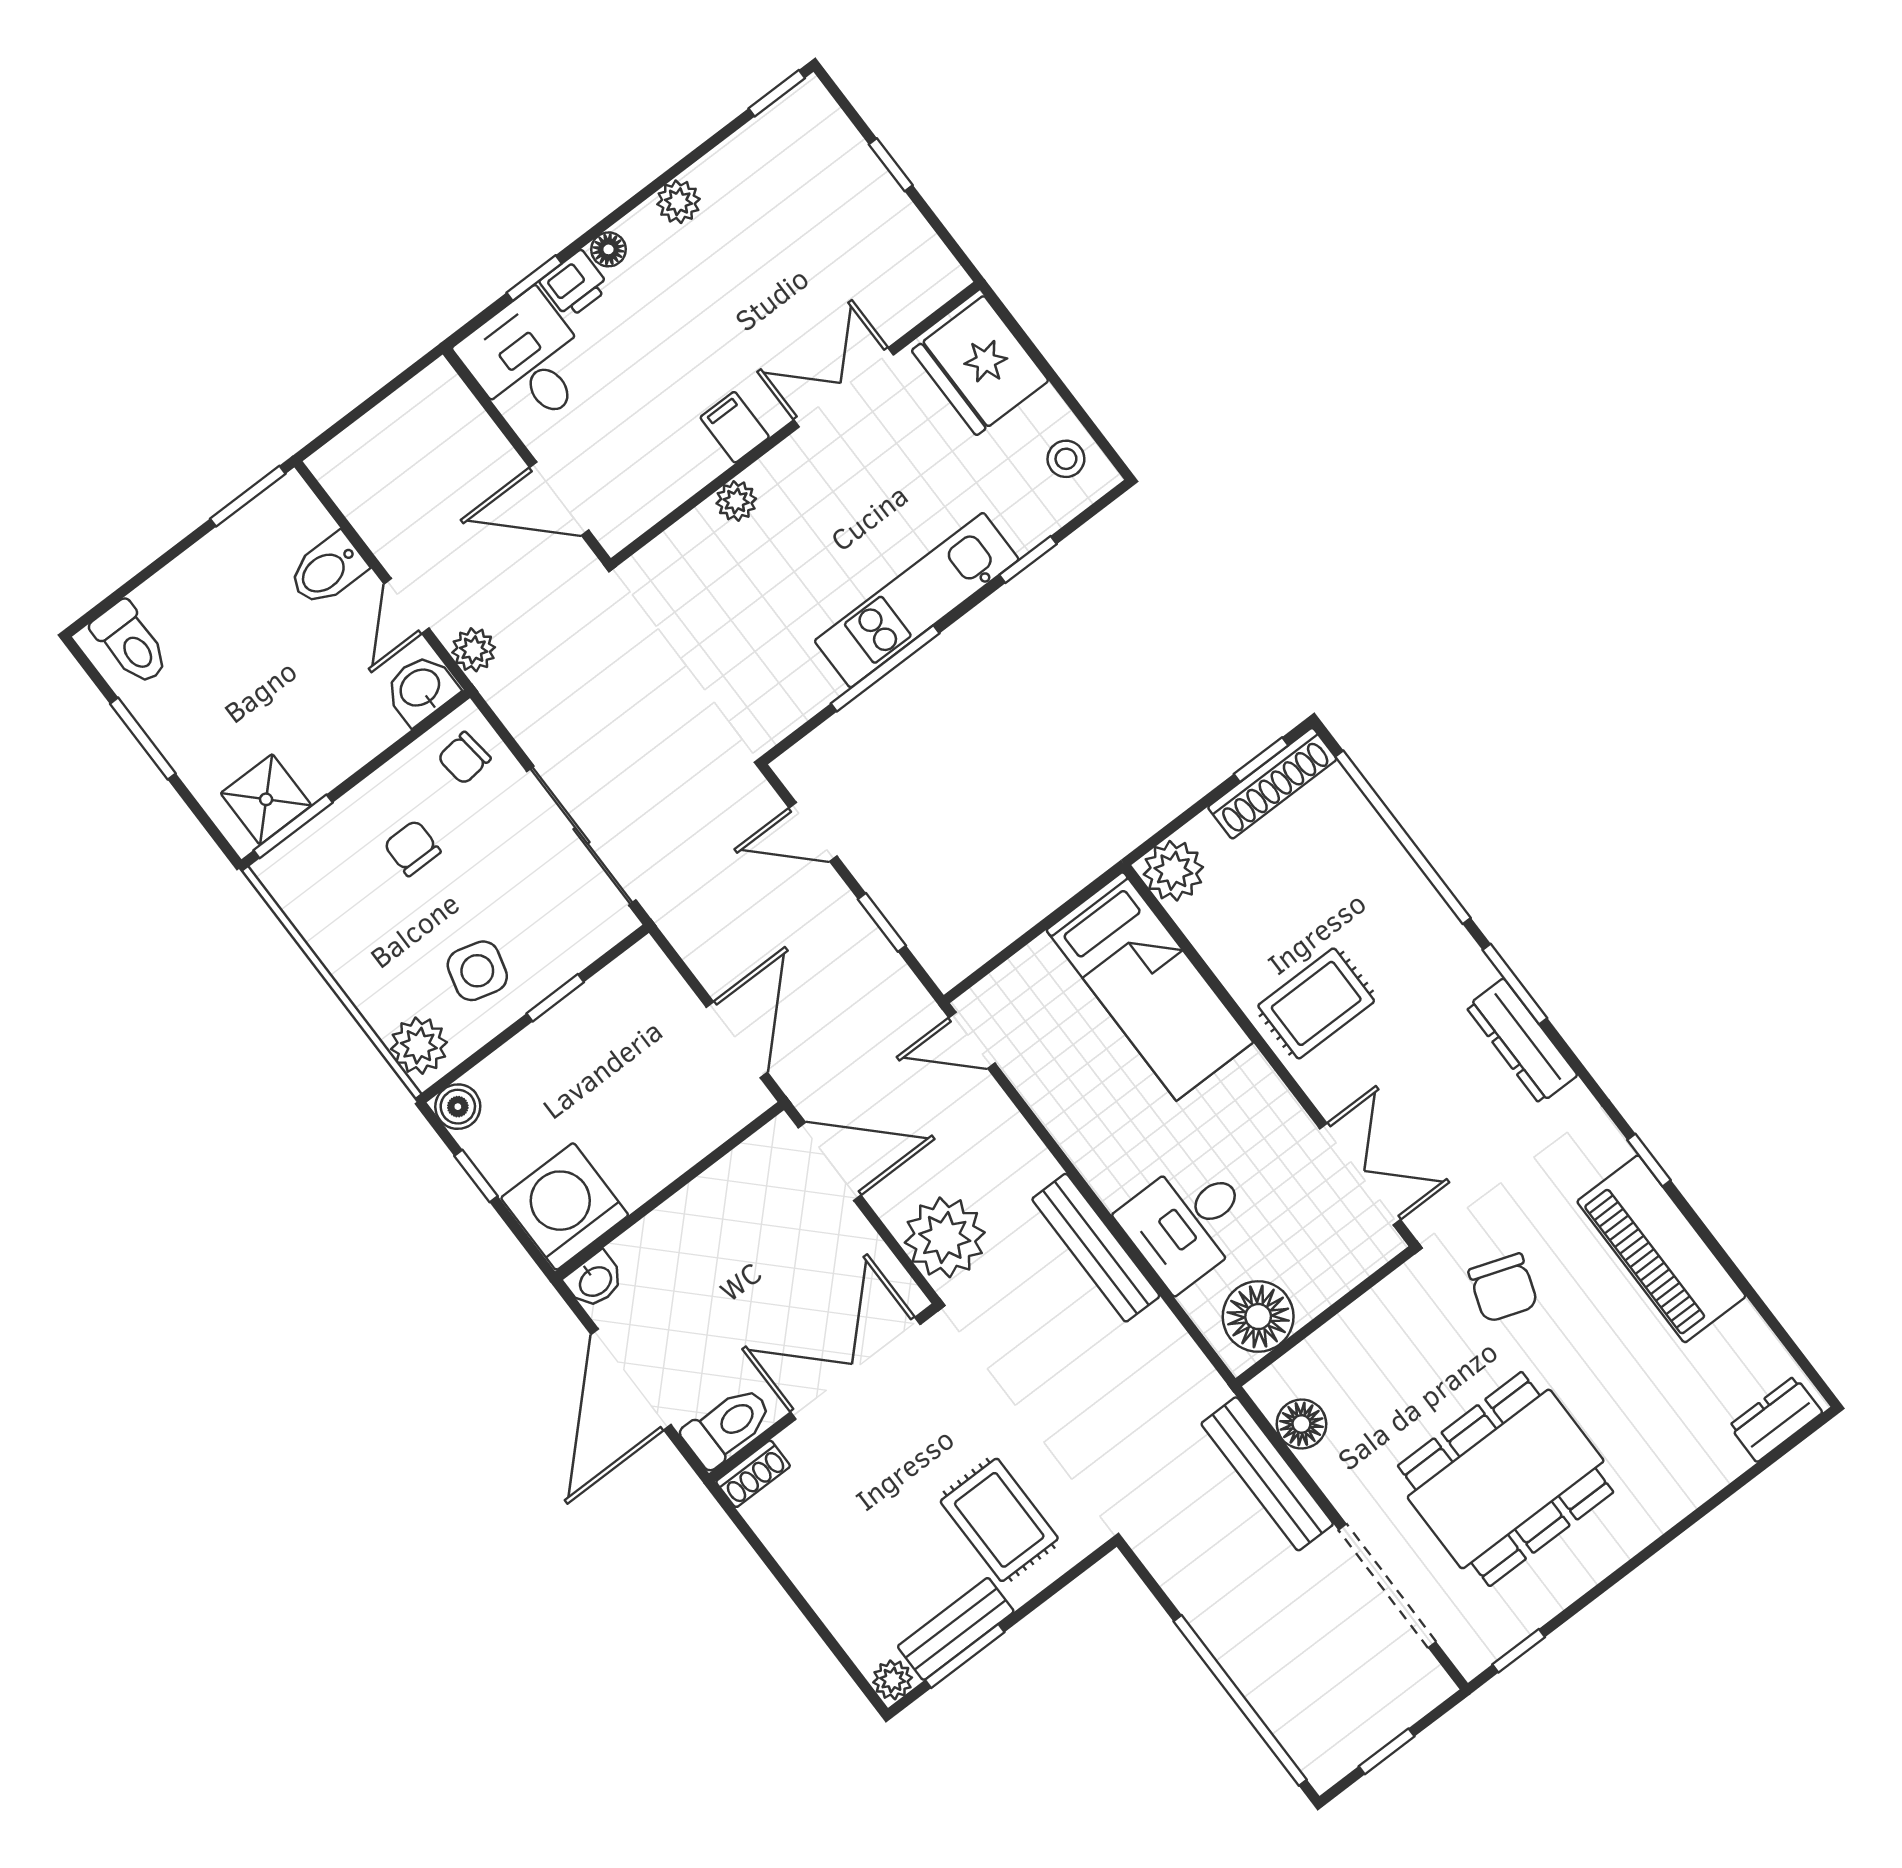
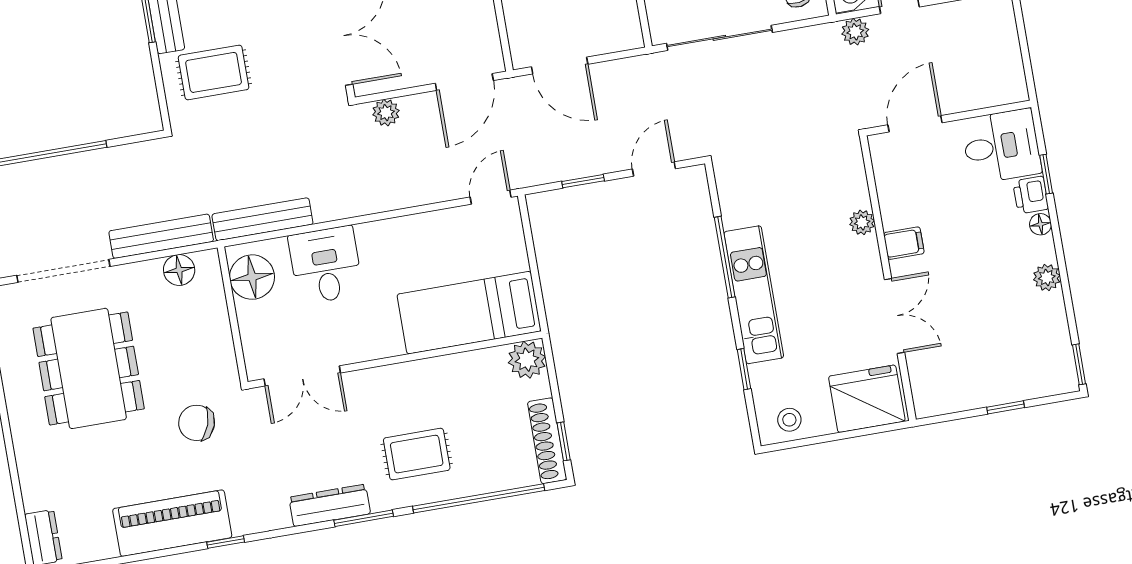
rug: (1316, 1003) -> (417, 454), moved, turned 90
plant: (945, 1237) -> (386, 113), width x0.53, depth x0.53
bench: (1096, 1248) -> (262, 219), moved

